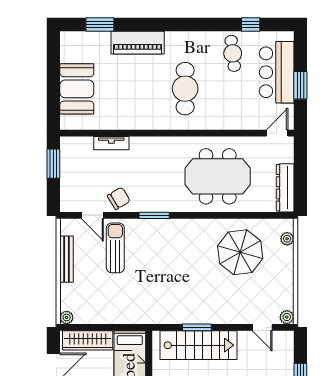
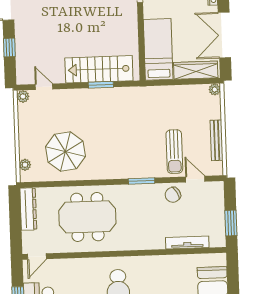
tv unit: (111, 143) -> (187, 243), width x1.41

